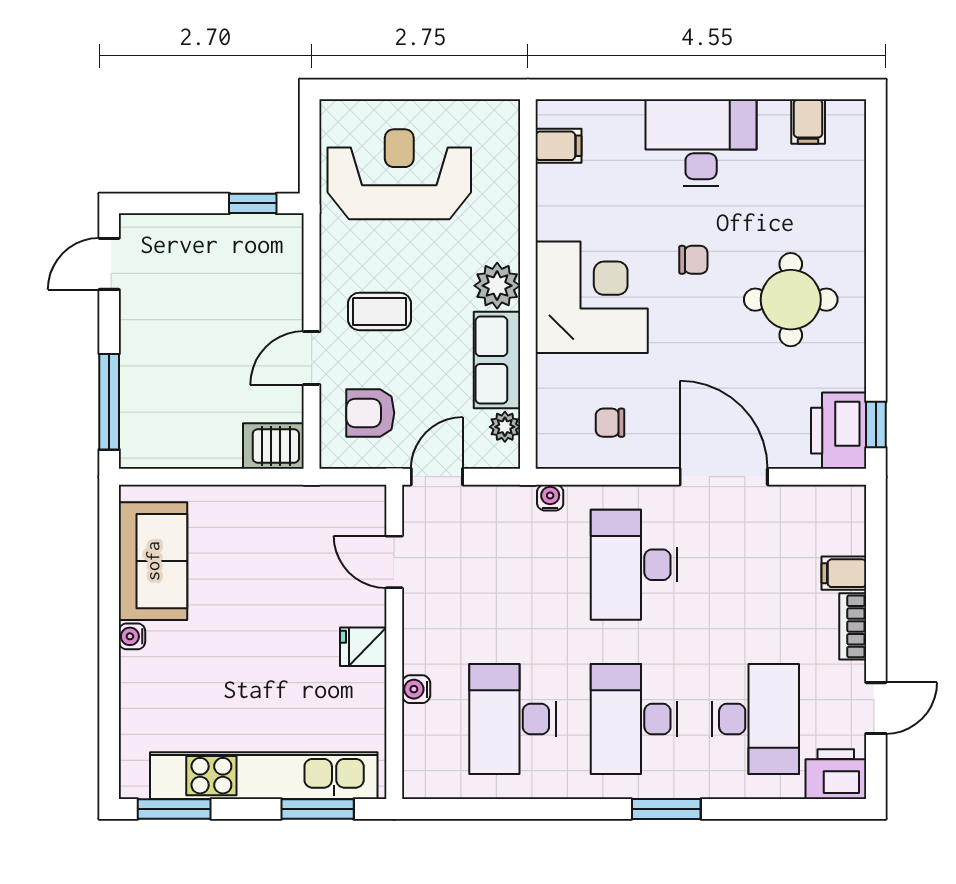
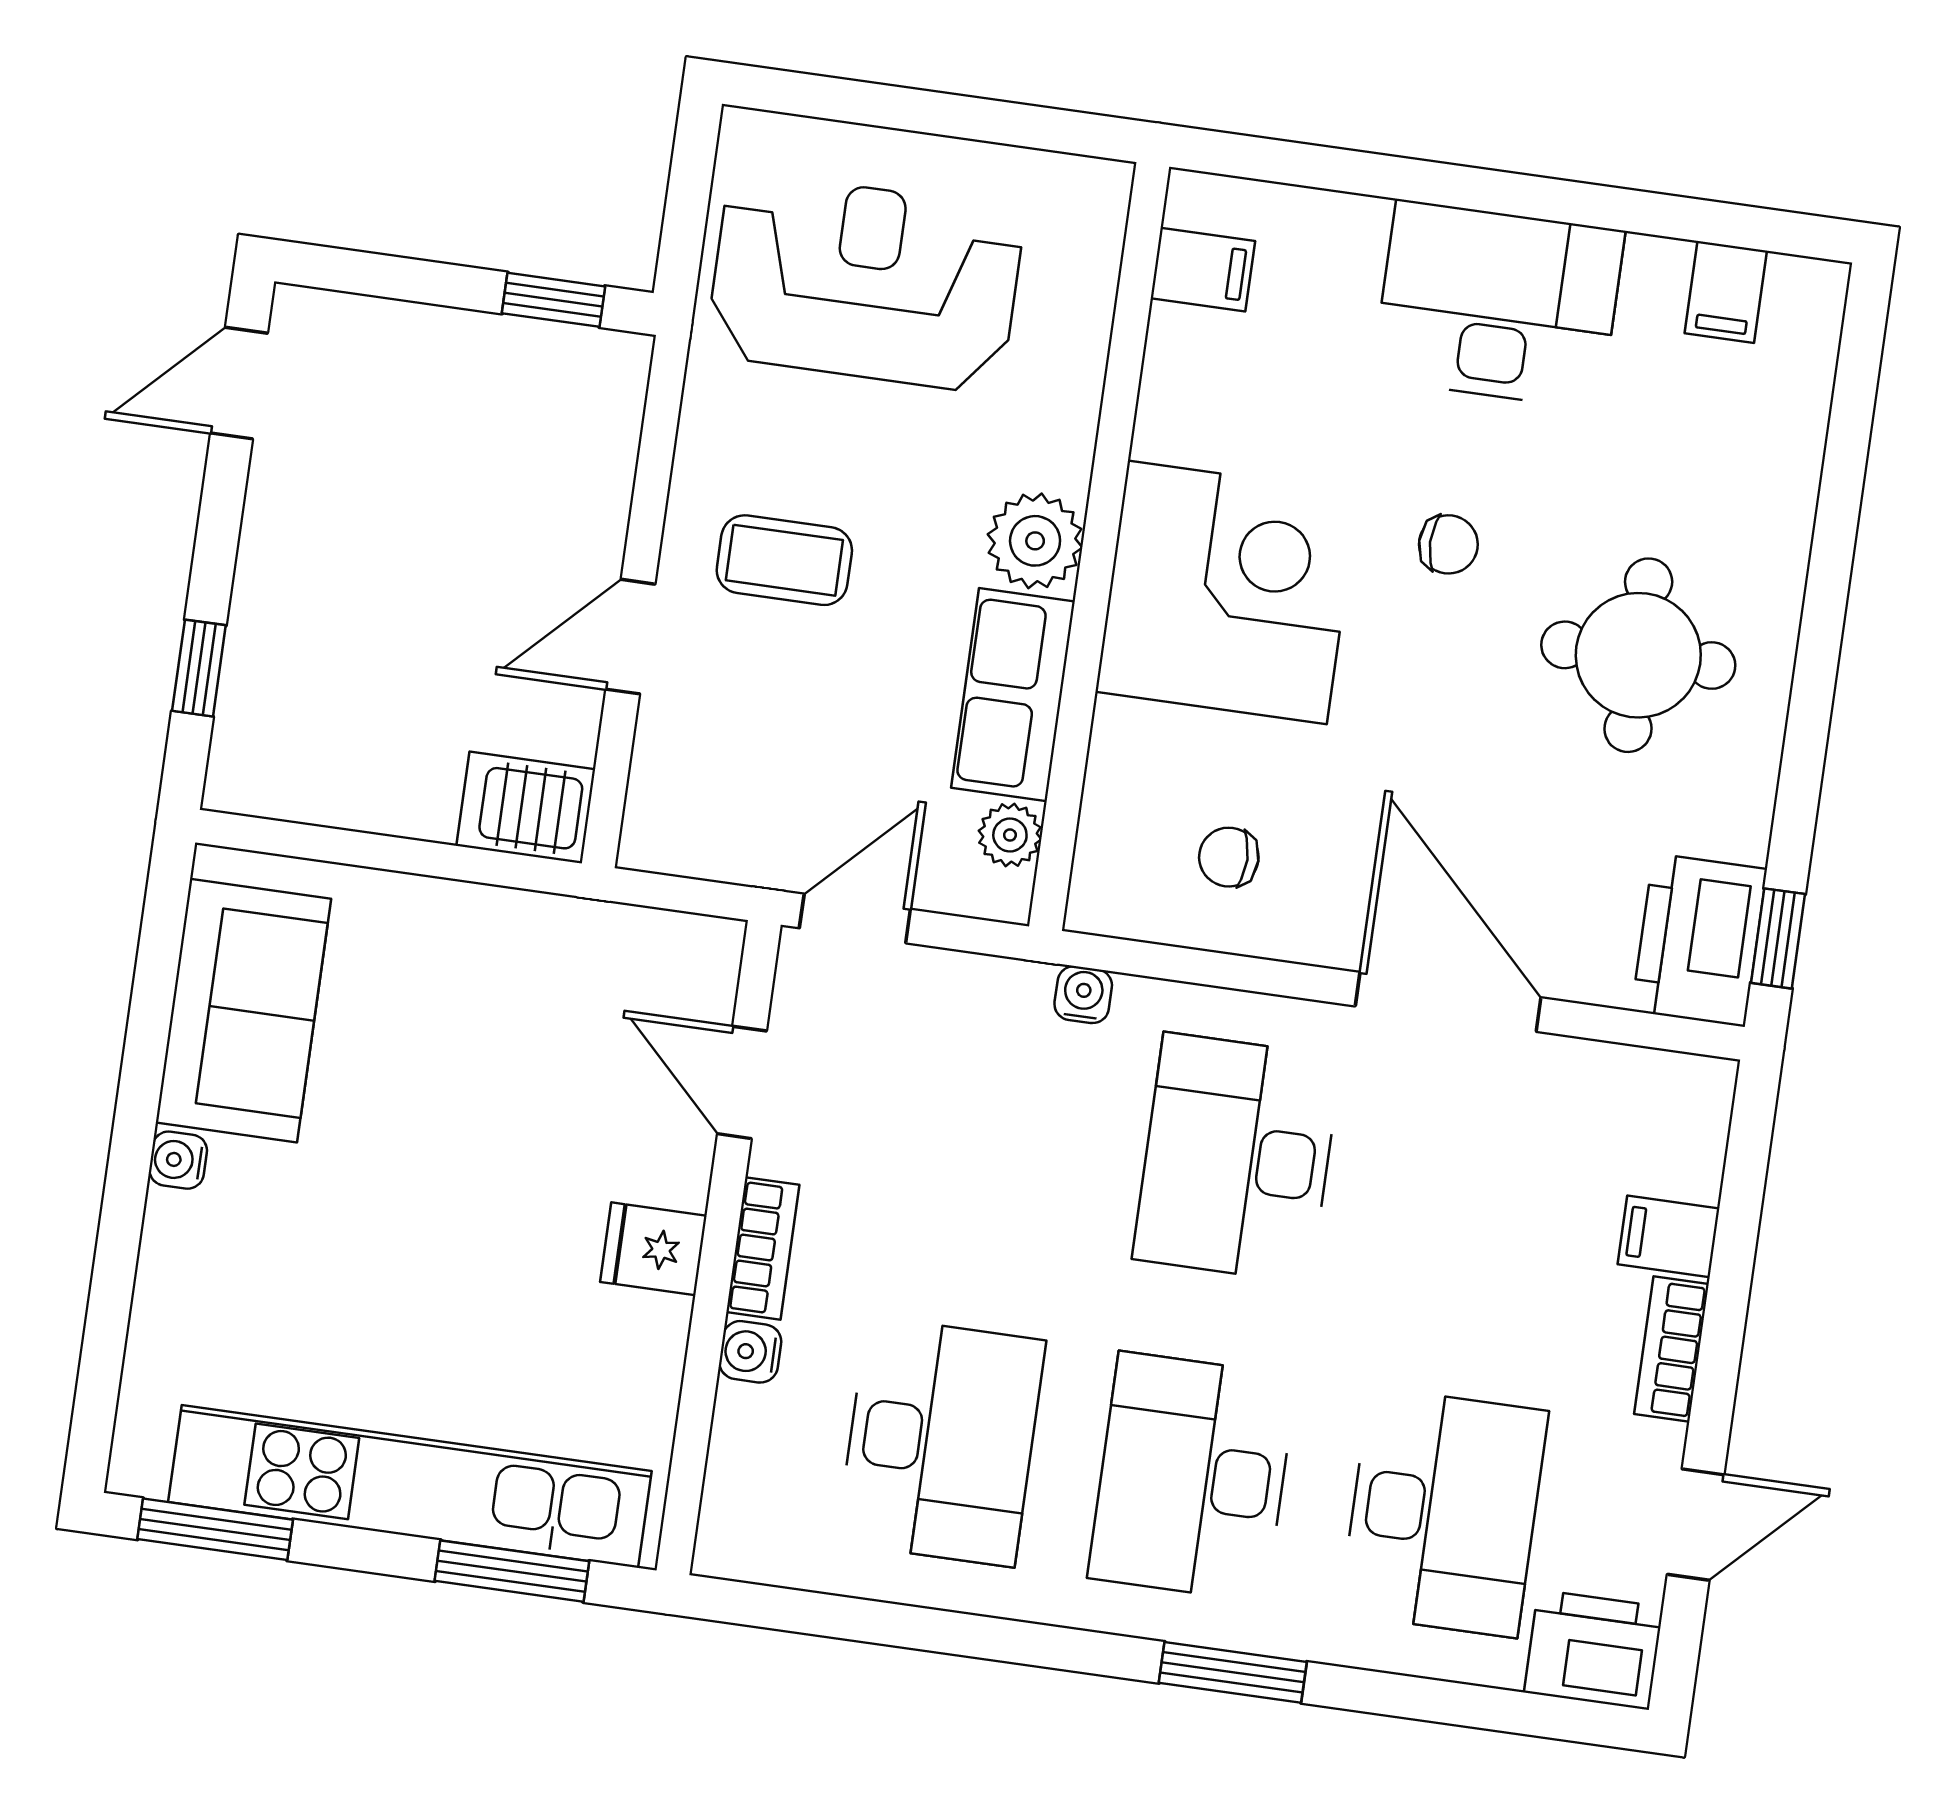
window: (109, 402) -> (199, 668), width x0.46
armchair: (370, 413) -> (736, 767), removed
bookcase: (415, 639) -> (763, 1248), added
desk: (513, 719) -> (941, 1442), turned 180

